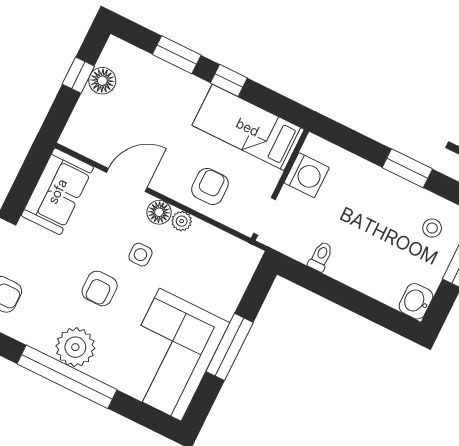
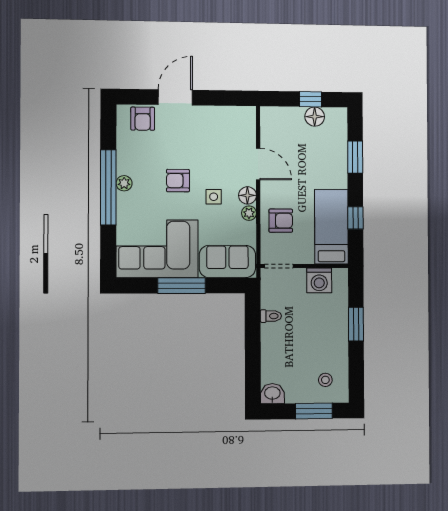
window: (229, 80) -> (355, 218), moved
window: (407, 168) -> (356, 324), moved
sofa: (57, 191) -> (227, 261), moved, turned 180
plant: (75, 347) -> (124, 183), width x0.53, depth x0.53

